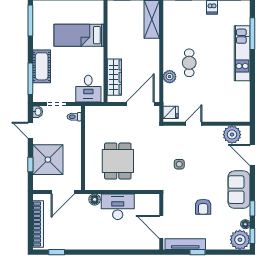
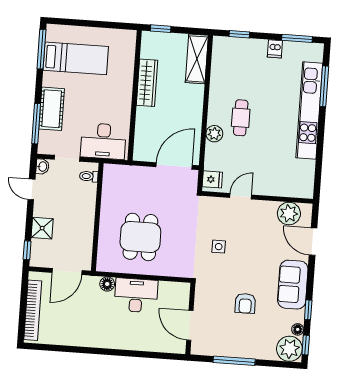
bed: (79, 35) -> (76, 58), moved, turned 180
kitchen unit: (242, 53) -> (309, 111), width x1.36
wardrobe: (114, 77) -> (147, 83), moved
desk: (88, 89) -> (103, 141), width x1.37
shower: (48, 160) -> (42, 228), width x0.54, depth x0.54
window: (30, 164) -> (27, 250), moved
tv unit: (185, 244) -> (219, 349), removed
window: (57, 252) -> (54, 348), removed
window: (198, 252) -> (234, 361), width x2.17

